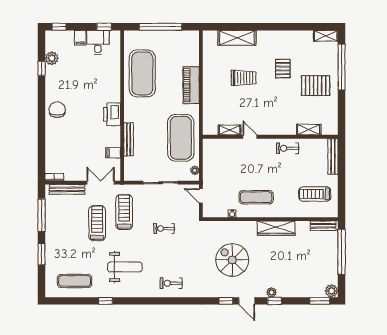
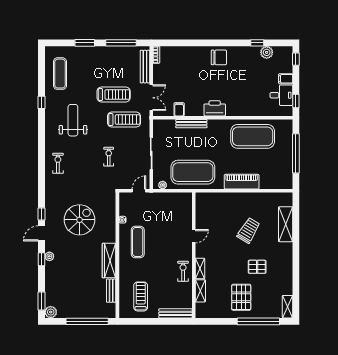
trolley: (244, 78) -> (248, 230), turned -149
shelving: (230, 130) -> (200, 268), moved
bench: (323, 226) -> (111, 291), moved
weight bench: (125, 267) -> (73, 120), turned 180

